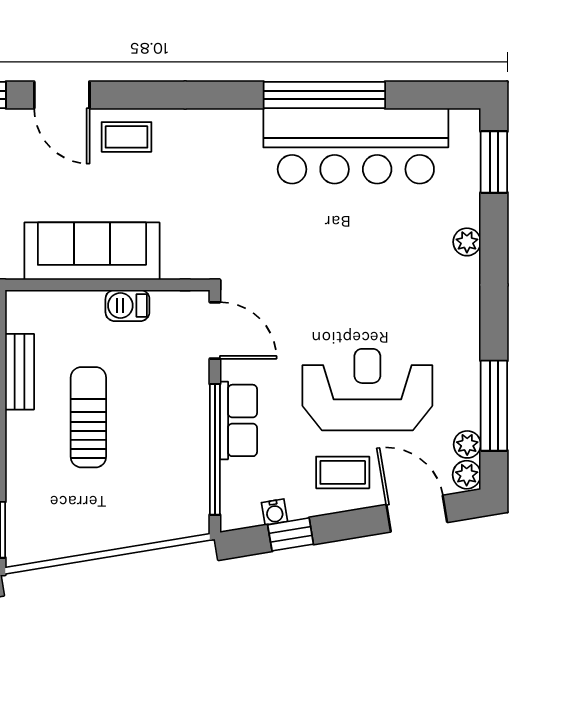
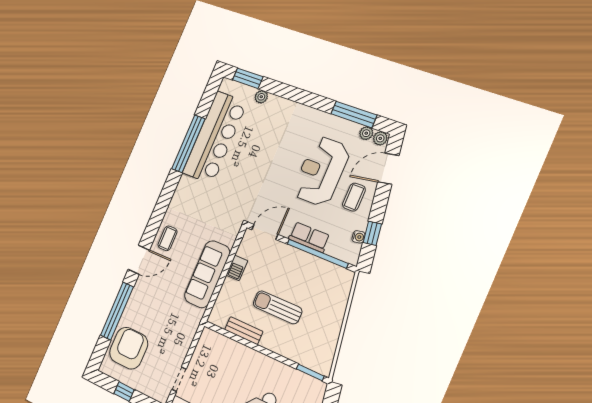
plant: (467, 242) -> (261, 97), moved

